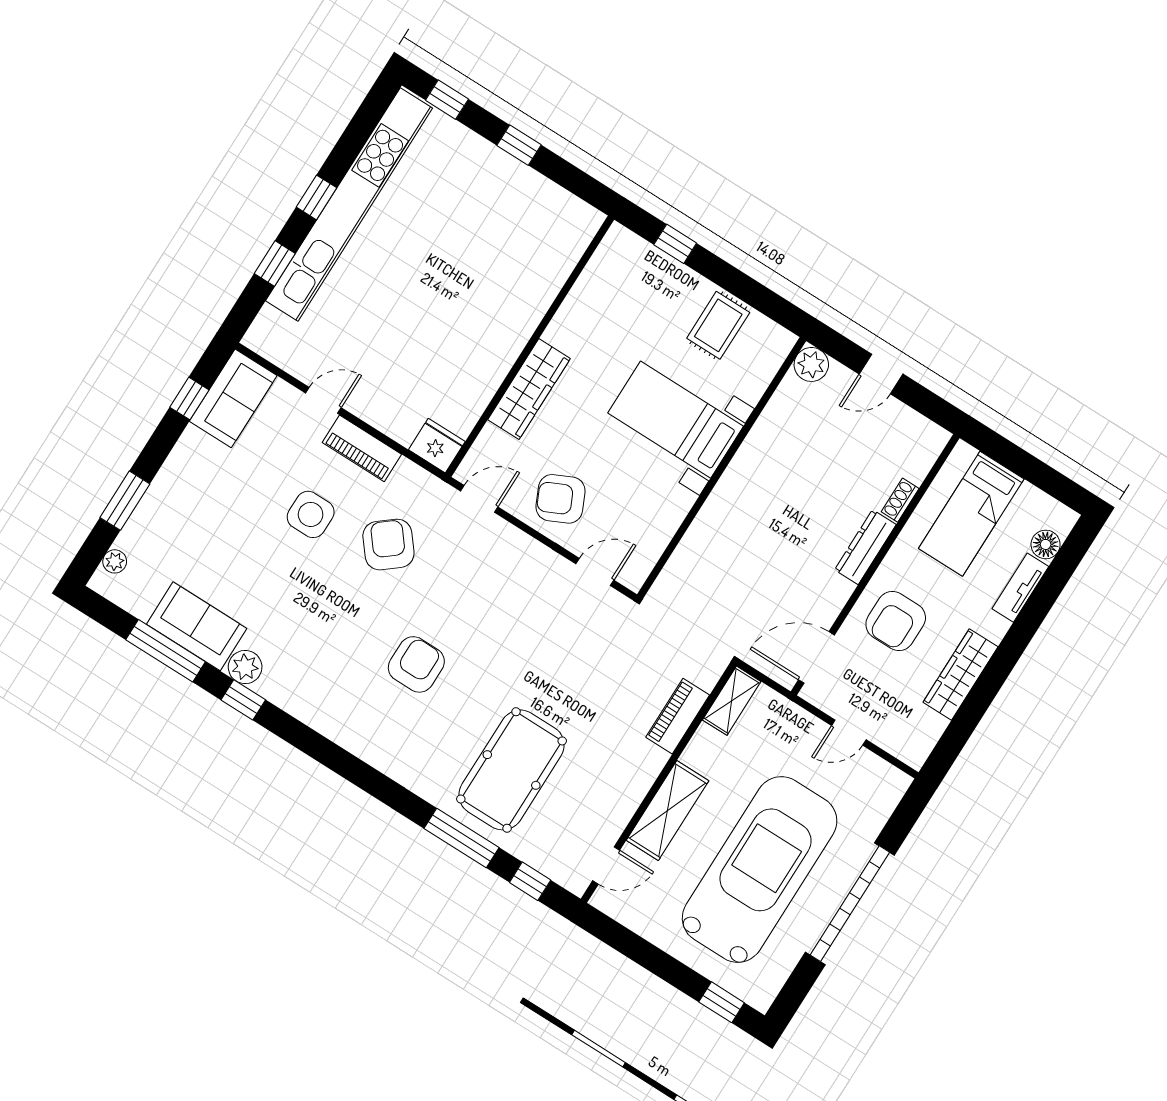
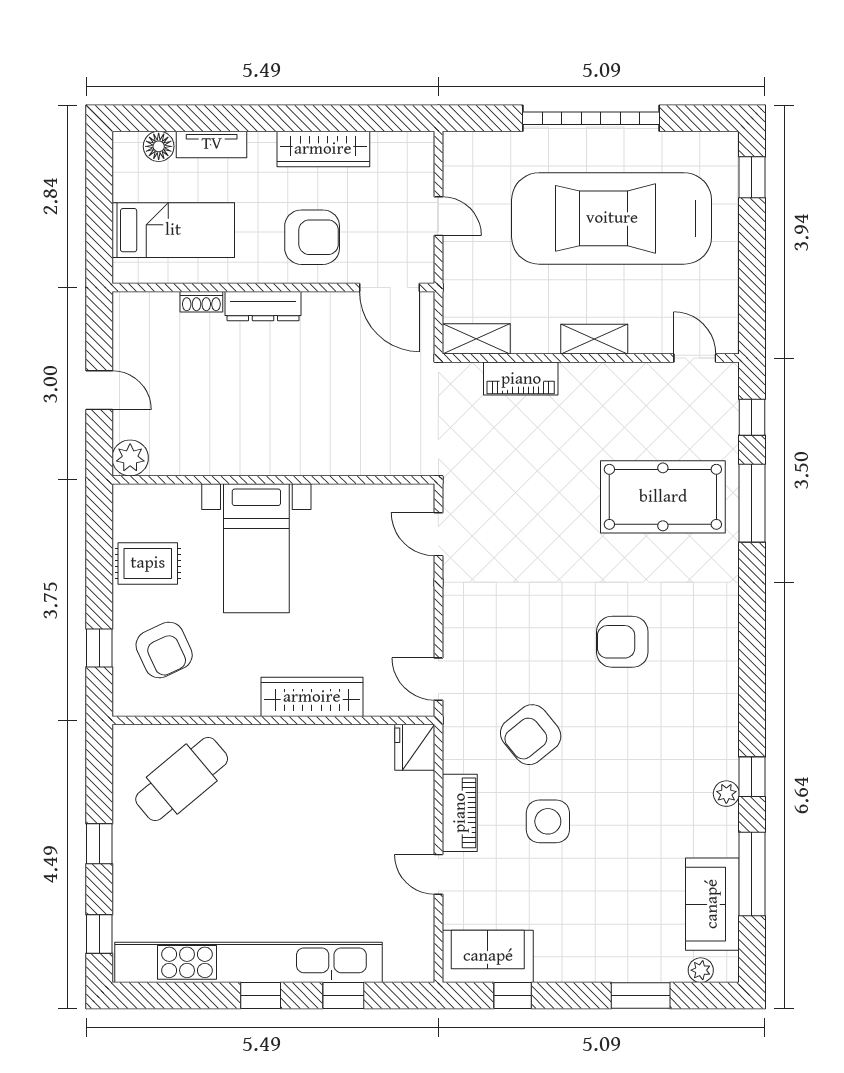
cafe table: (529, 244) -> (182, 779), added
armchair: (560, 499) -> (164, 650), moved
sofa: (197, 626) -> (712, 904), moved
plant: (245, 667) -> (726, 794), width x0.73, depth x0.73
shelving: (668, 811) -> (594, 339), width x0.67, depth x0.75

